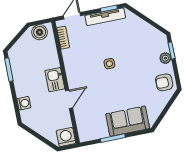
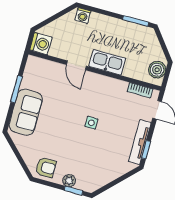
kitchen sink: (55, 80) -> (107, 62), width x1.38
armchair: (164, 82) -> (46, 167), turned 90
washing machine: (24, 103) -> (83, 16), moved

